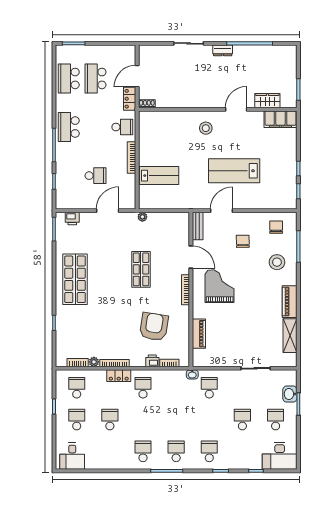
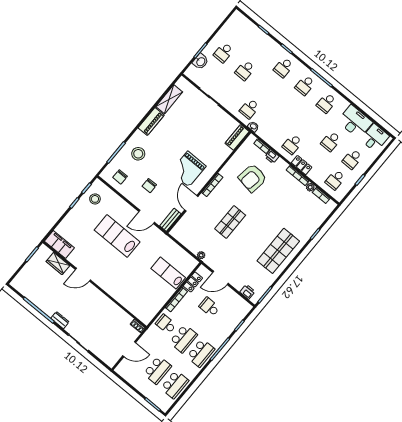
locker: (130, 99) -> (193, 282), moved
school desk: (96, 127) -> (183, 339), added
stool: (206, 128) -> (95, 199), moved
lab bench: (234, 171) -> (117, 236), turned 180
piano: (199, 334) -> (237, 137), moved
desk: (280, 456) -> (355, 122), moved

